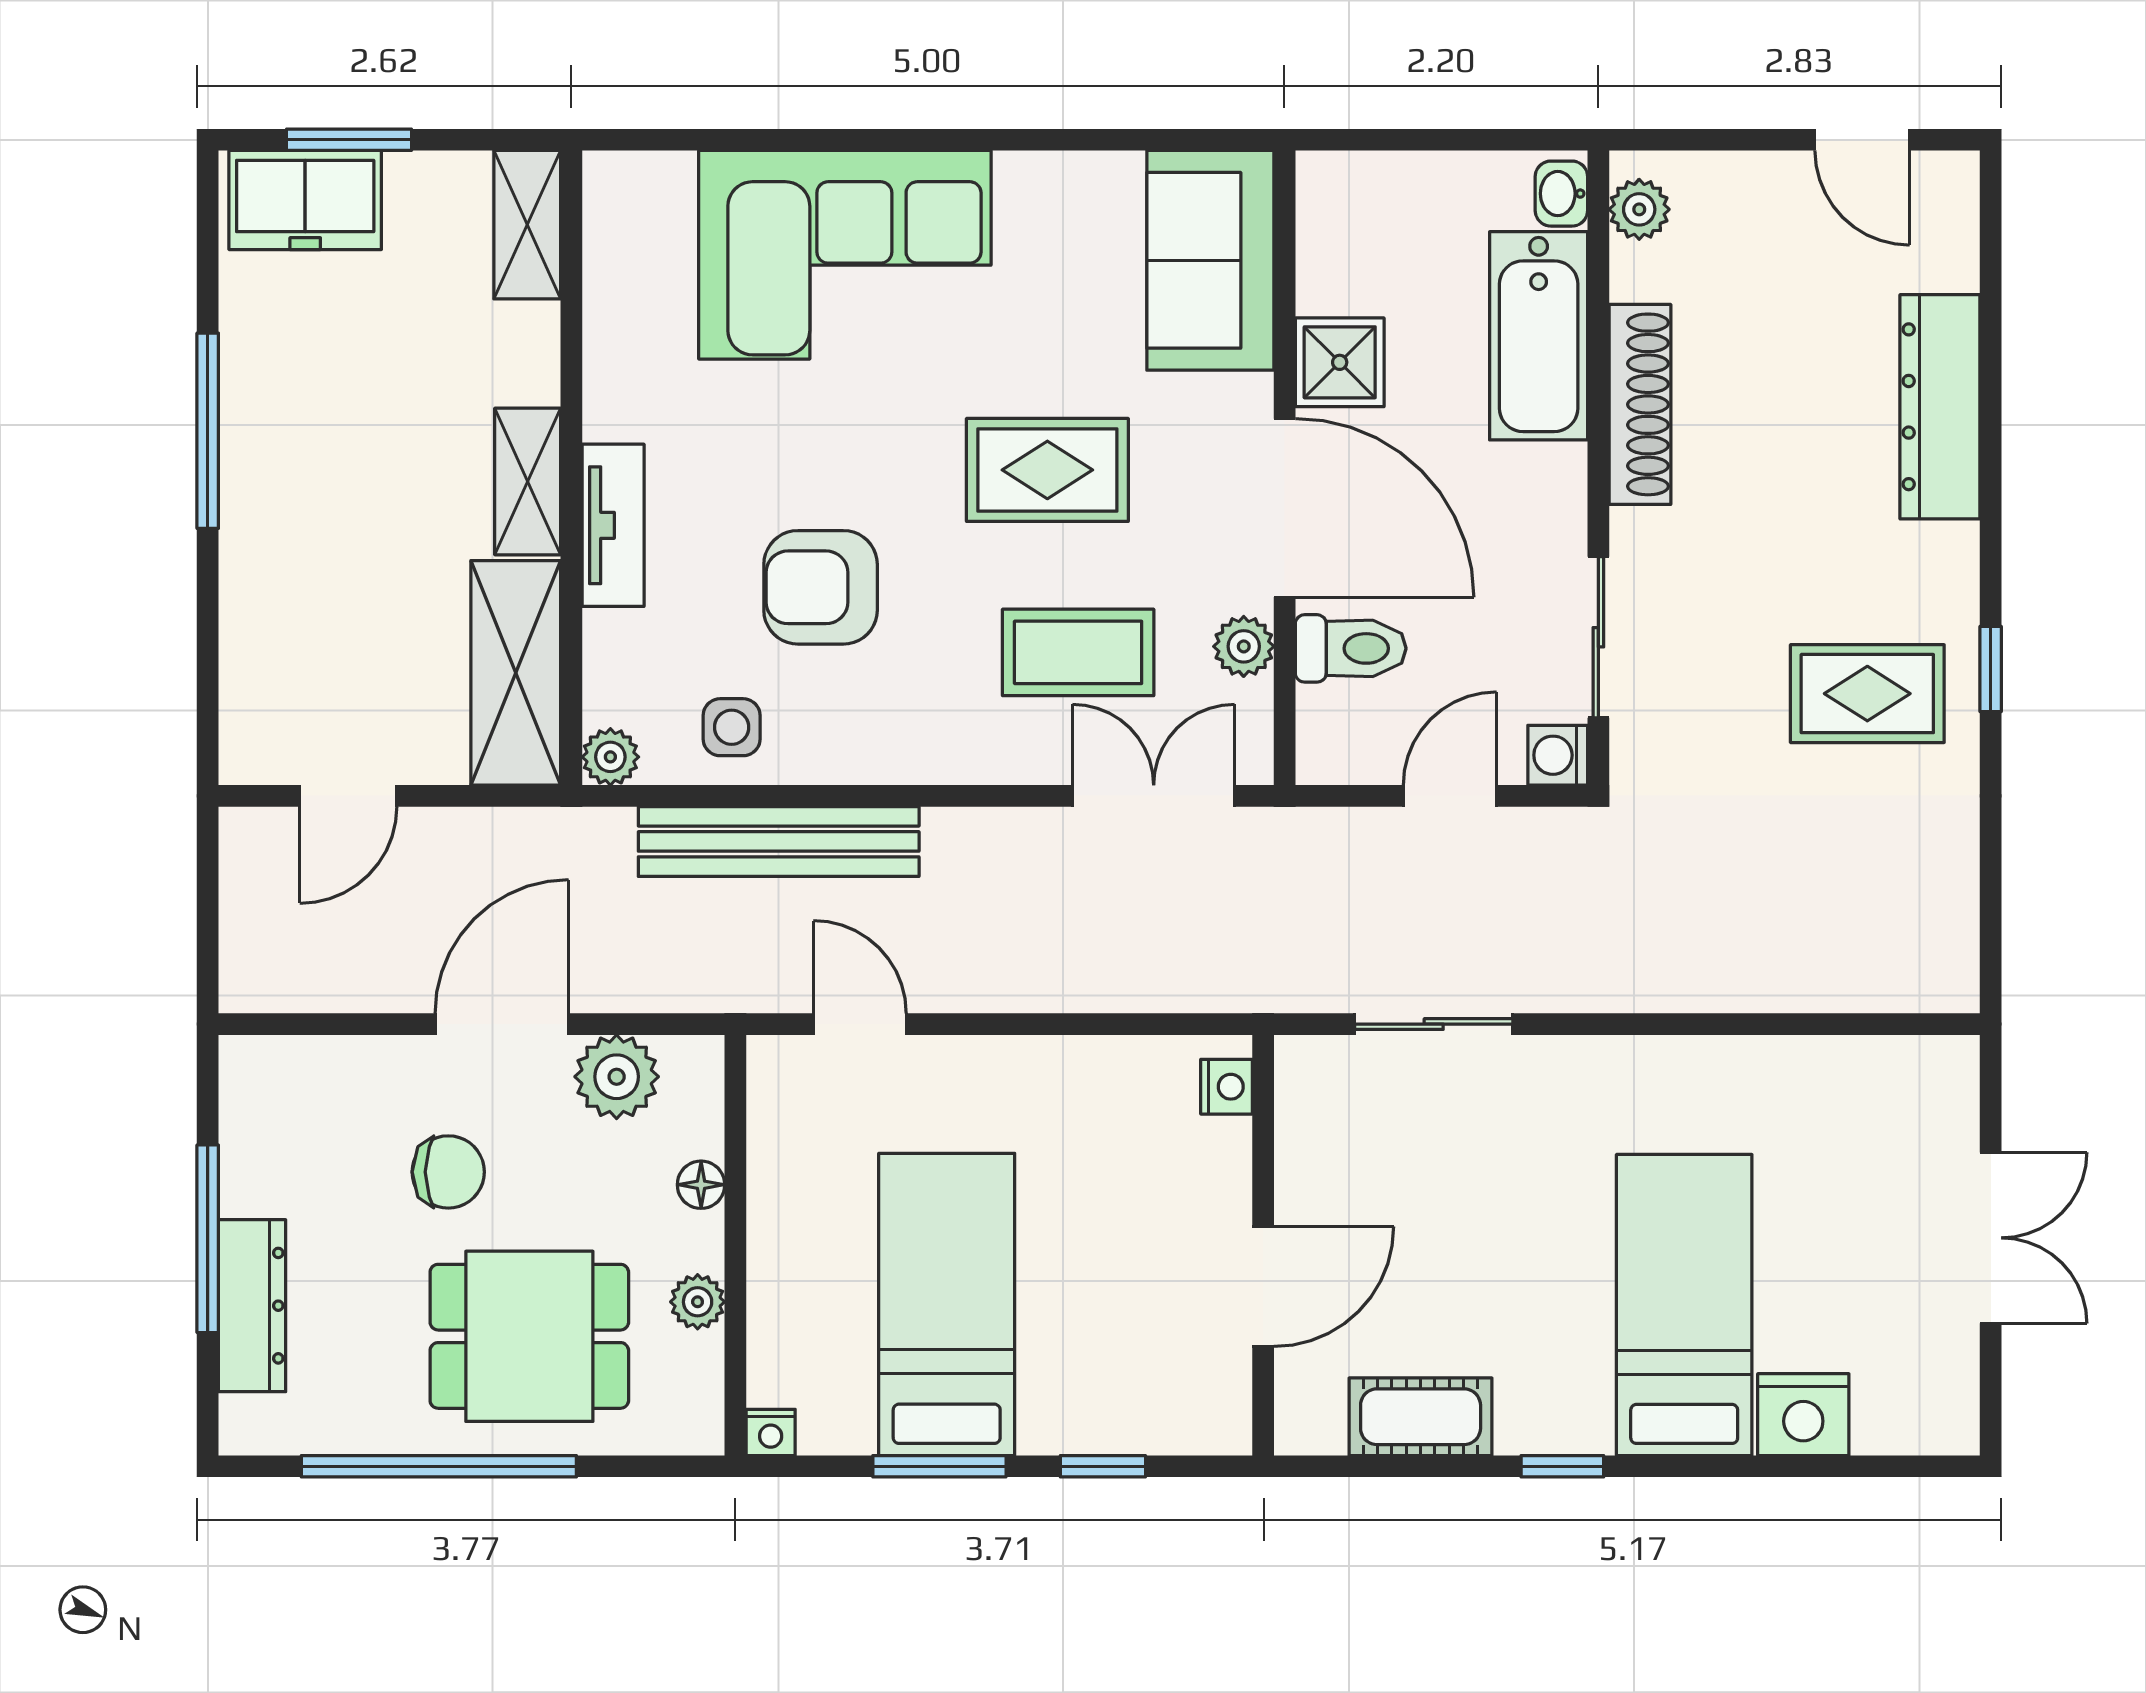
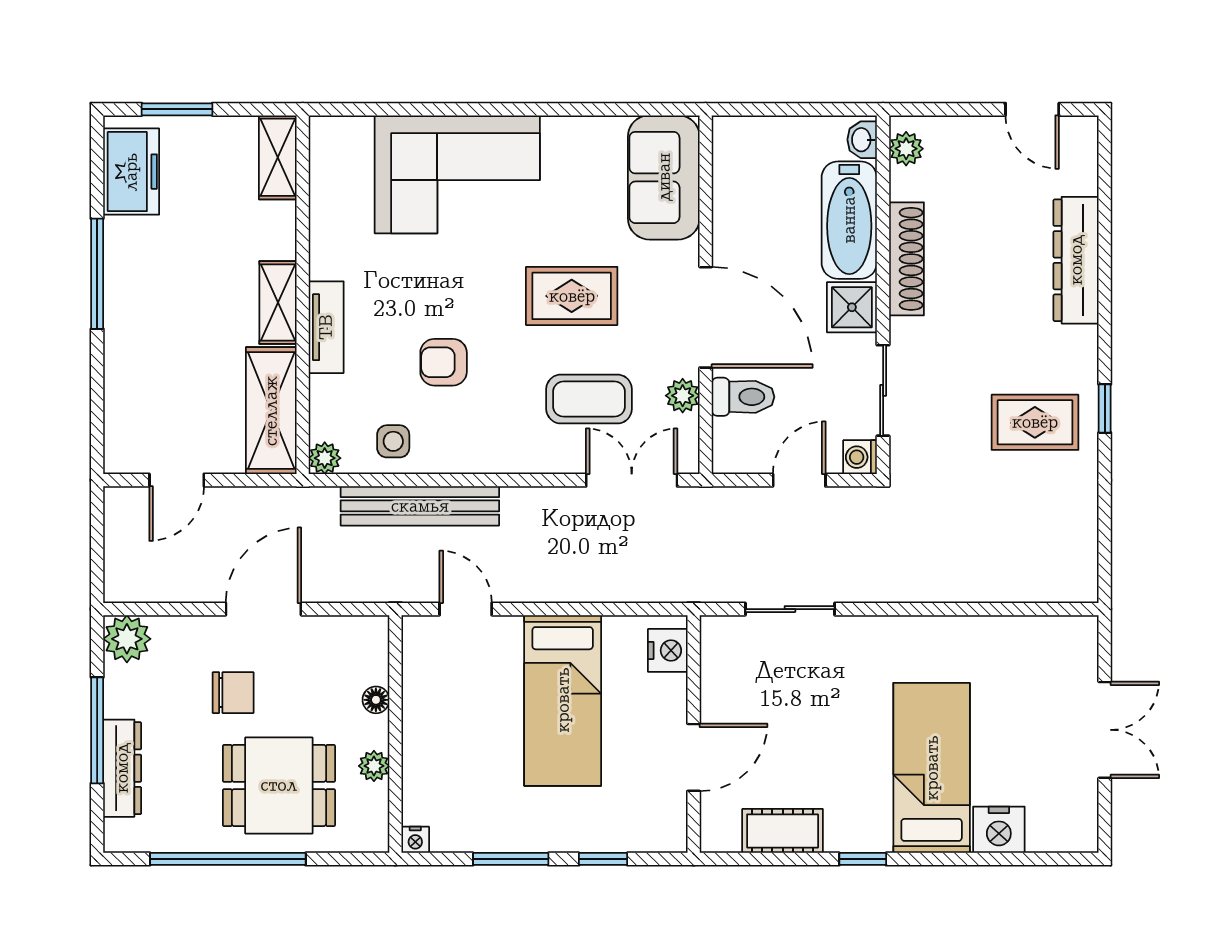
freezer: (305, 200) -> (131, 172), moved, turned -90
shower: (1340, 362) -> (852, 307), moved
armchair: (821, 587) -> (444, 362), width x0.72, depth x0.72
plant: (617, 1077) -> (127, 639), moved
nightstand: (1227, 1087) -> (668, 650), width x1.39, depth x1.35
bed: (947, 1304) -> (563, 700), moved, turned 180

